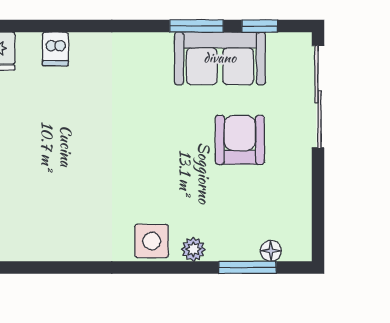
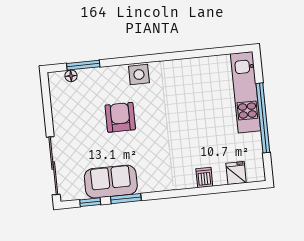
armchair: (240, 140) -> (120, 117), moved, turned 180
plant: (193, 249) -> (115, 72), removed

